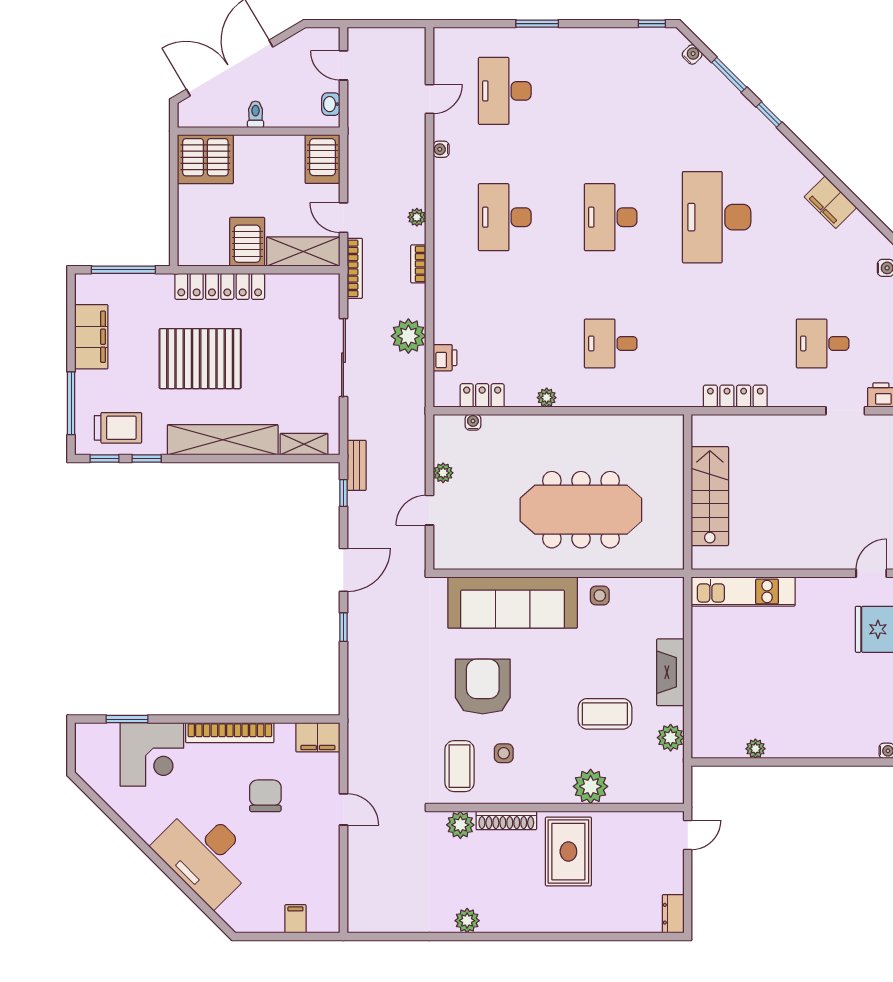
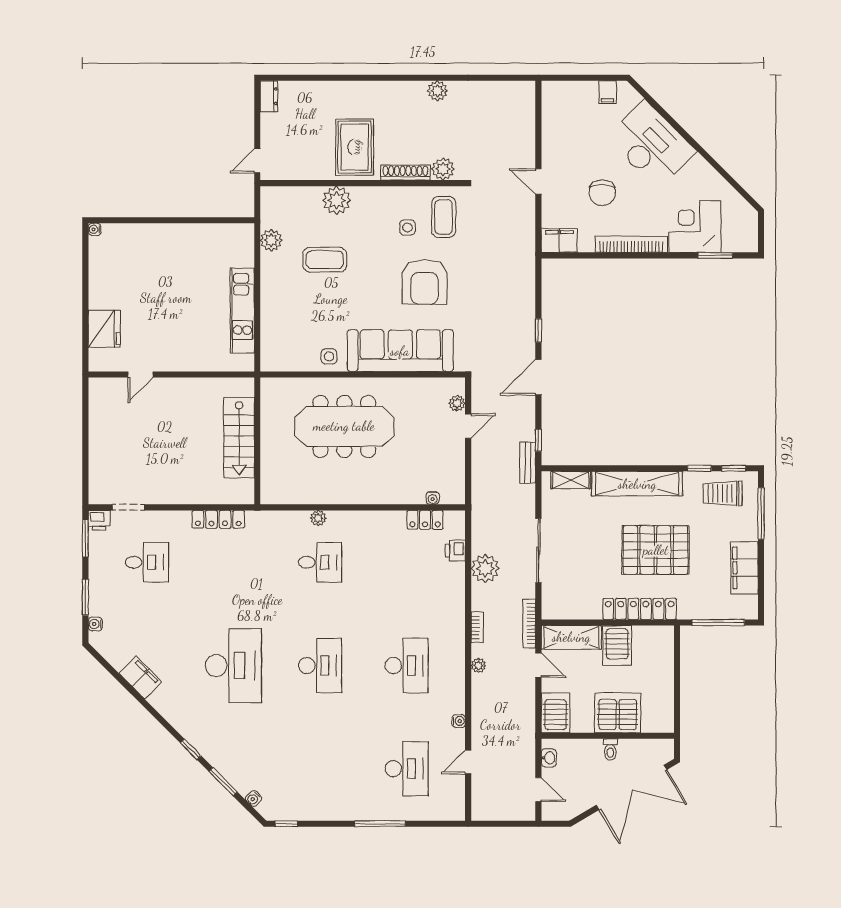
window: (537, 24) -> (380, 824), width x1.44
server rack: (205, 159) -> (618, 713), moved
plant: (547, 398) -> (318, 518), moved
plant: (443, 473) -> (457, 403), moved
door: (871, 573) -> (141, 375), moved
kitchen unit: (743, 591) -> (242, 311), moved, turned -90
fireplace: (670, 672) -> (271, 294), removed
plant: (755, 749) -> (202, 231), removed
filing cabinet: (295, 919) -> (608, 92), moved

